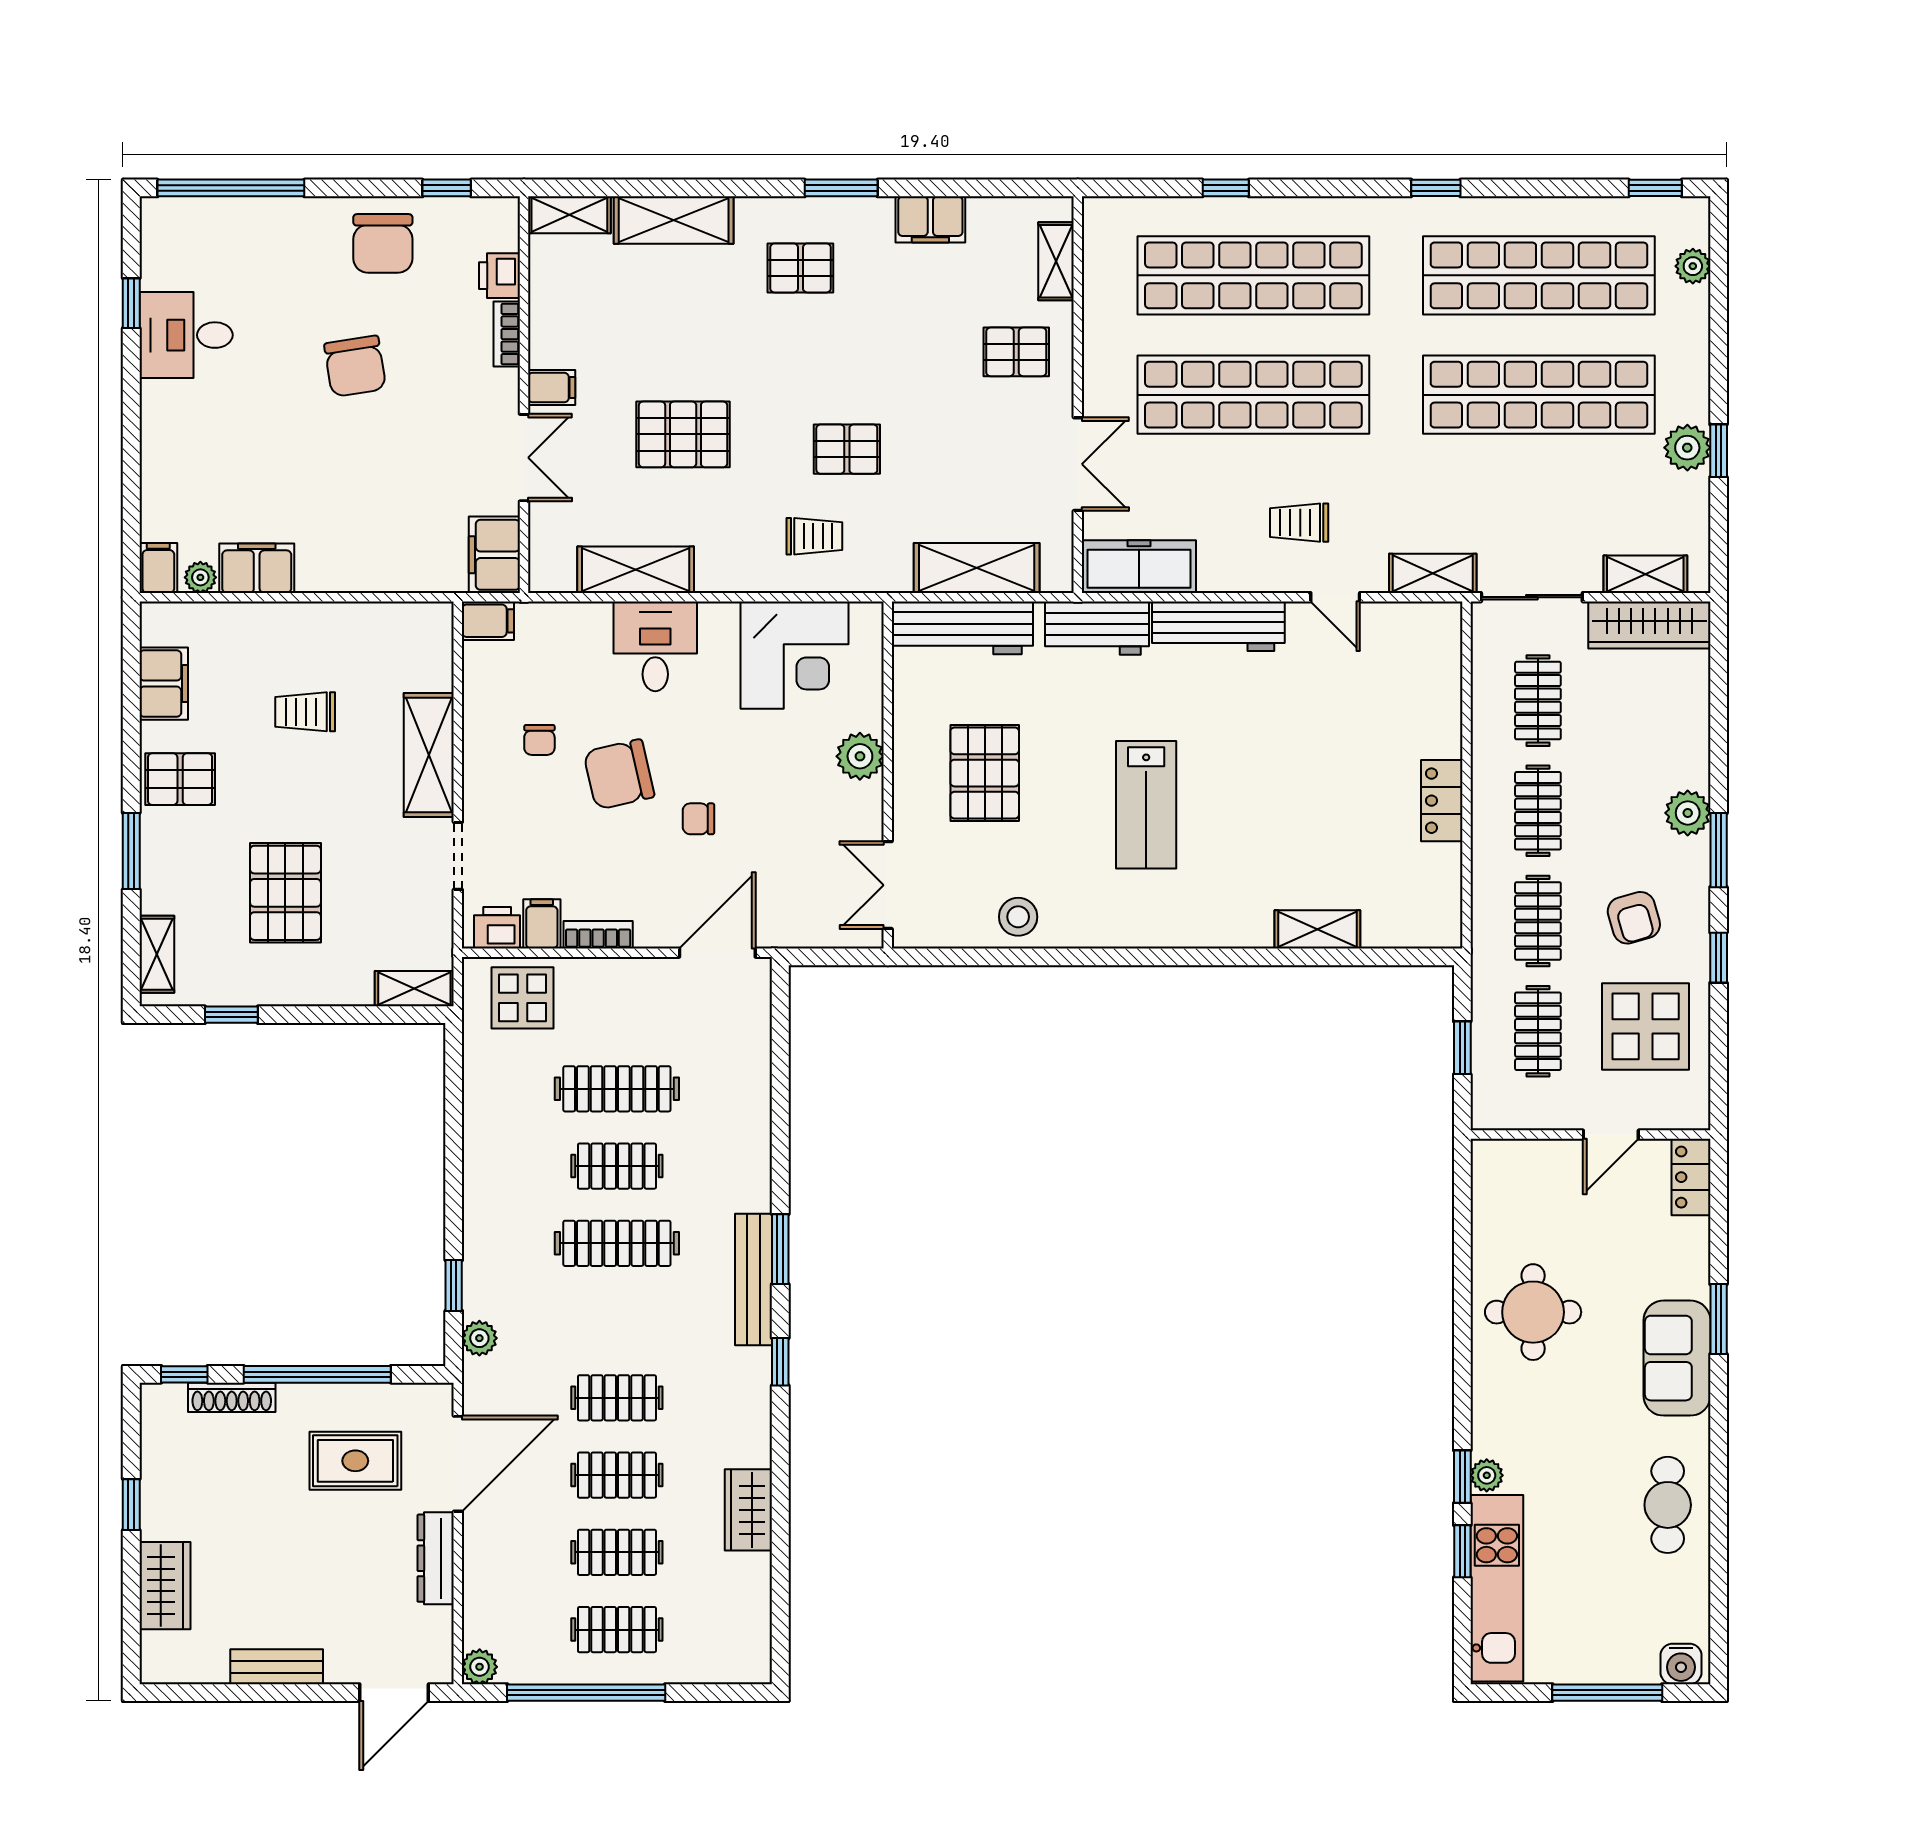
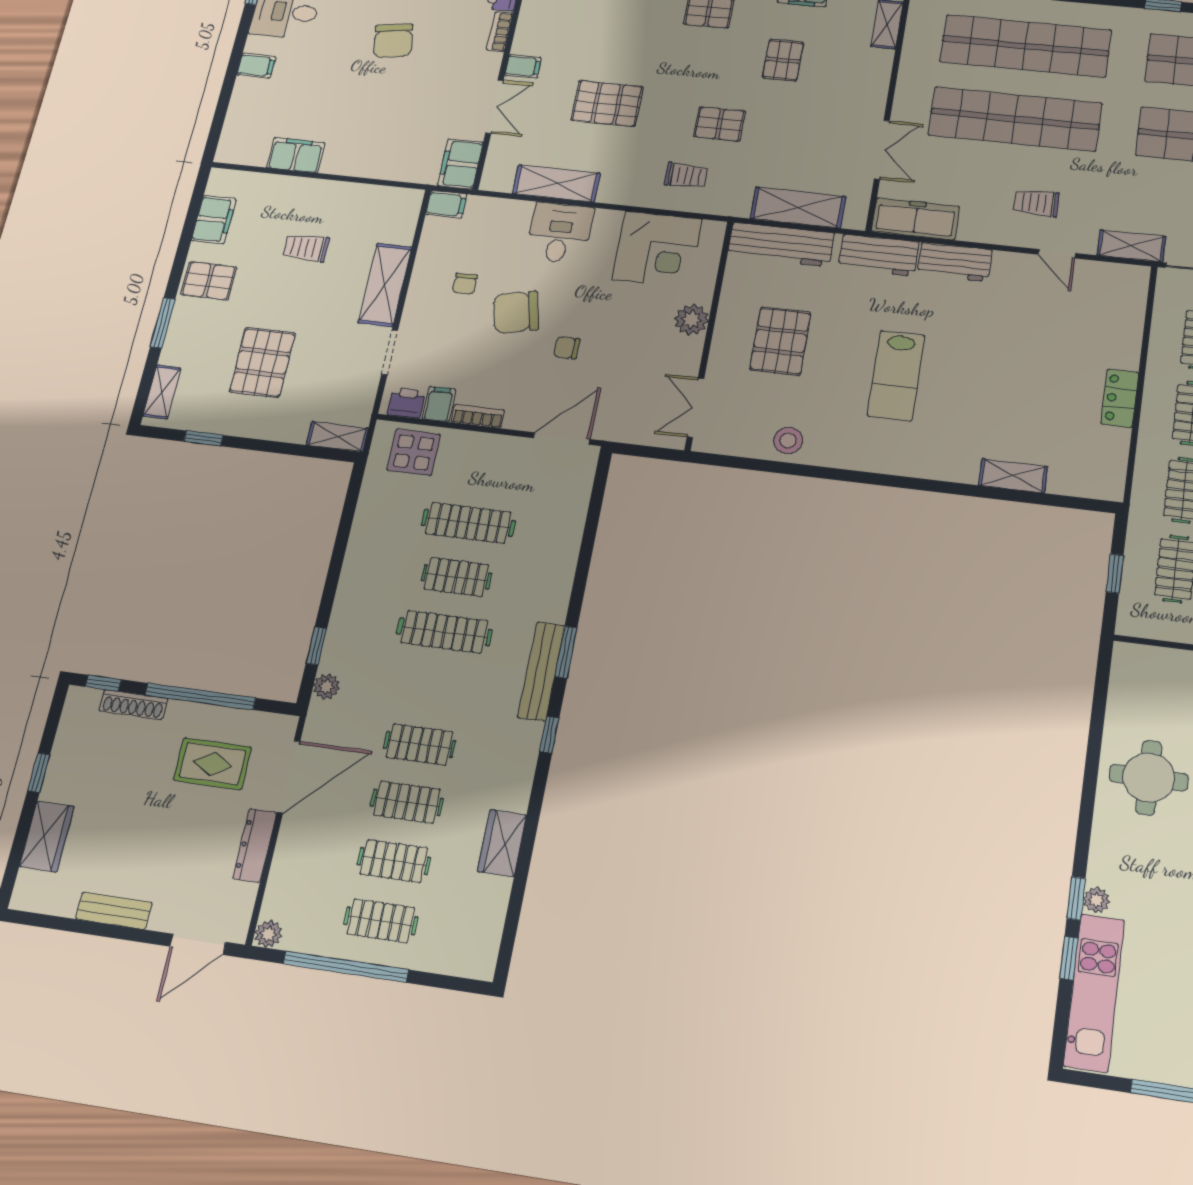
pallet: (1016, 352) -> (783, 60), moved, turned 90
filing cabinet: (158, 568) -> (256, 66), moved, turned 90
plant: (200, 577) -> (256, 157), removed
workbench: (1218, 626) -> (955, 262), width x0.73

